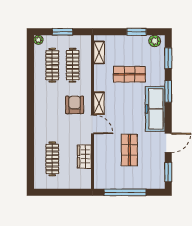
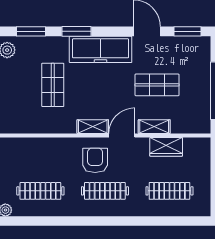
shelving: (99, 52) -> (154, 127), moved
clothes rail: (73, 65) -> (105, 191), moved
armchair: (75, 105) -> (95, 160), turned 90

